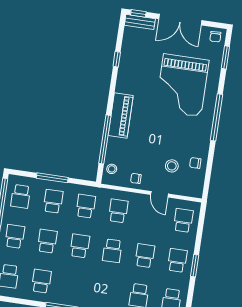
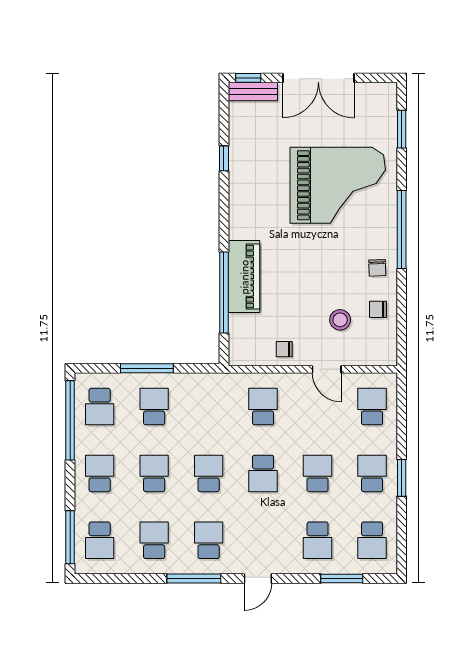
chair: (215, 37) -> (377, 268), moved
grand piano: (182, 85) -> (338, 185), turned -90
piano: (121, 116) -> (244, 277), moved
stool: (112, 169) -> (242, 339), removed
school desk: (86, 206) -> (209, 540), moved

